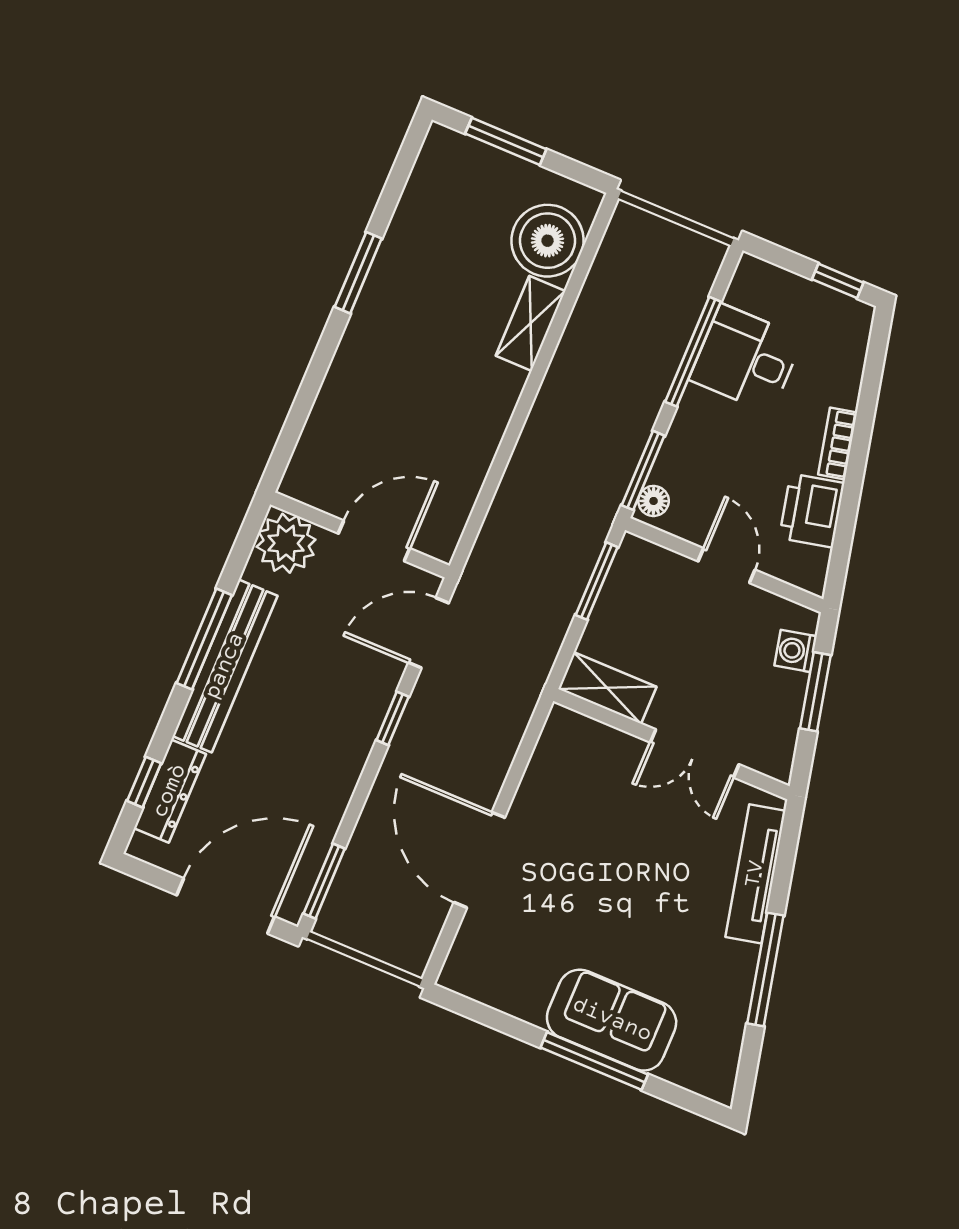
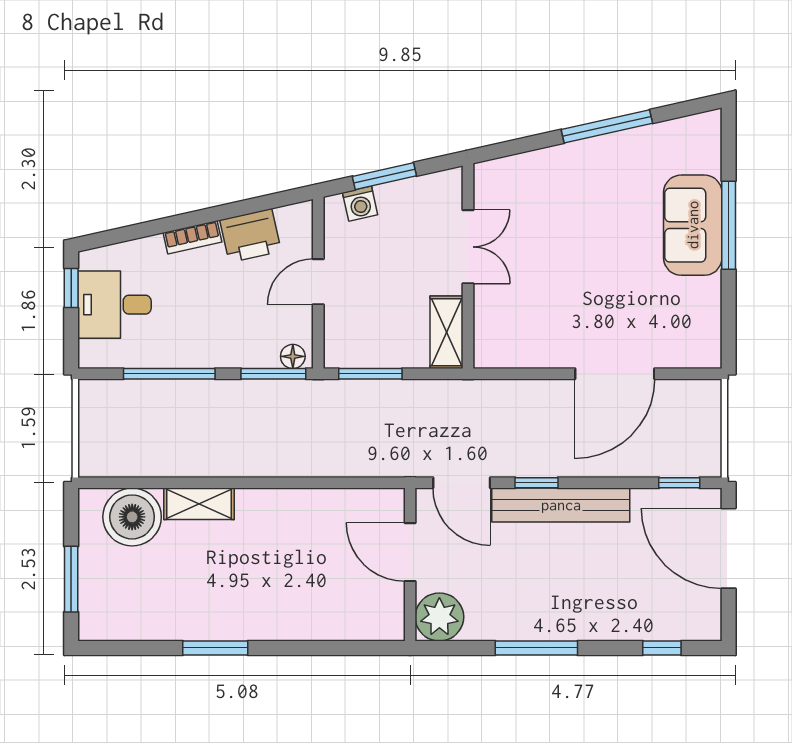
desk: (746, 359) -> (115, 305), moved, turned 90
bench: (225, 666) -> (561, 505), moved
dresser: (170, 791) -> (661, 626), removed
tv unit: (755, 874) -> (539, 164), removed
window: (324, 881) -> (679, 483), width x0.67

